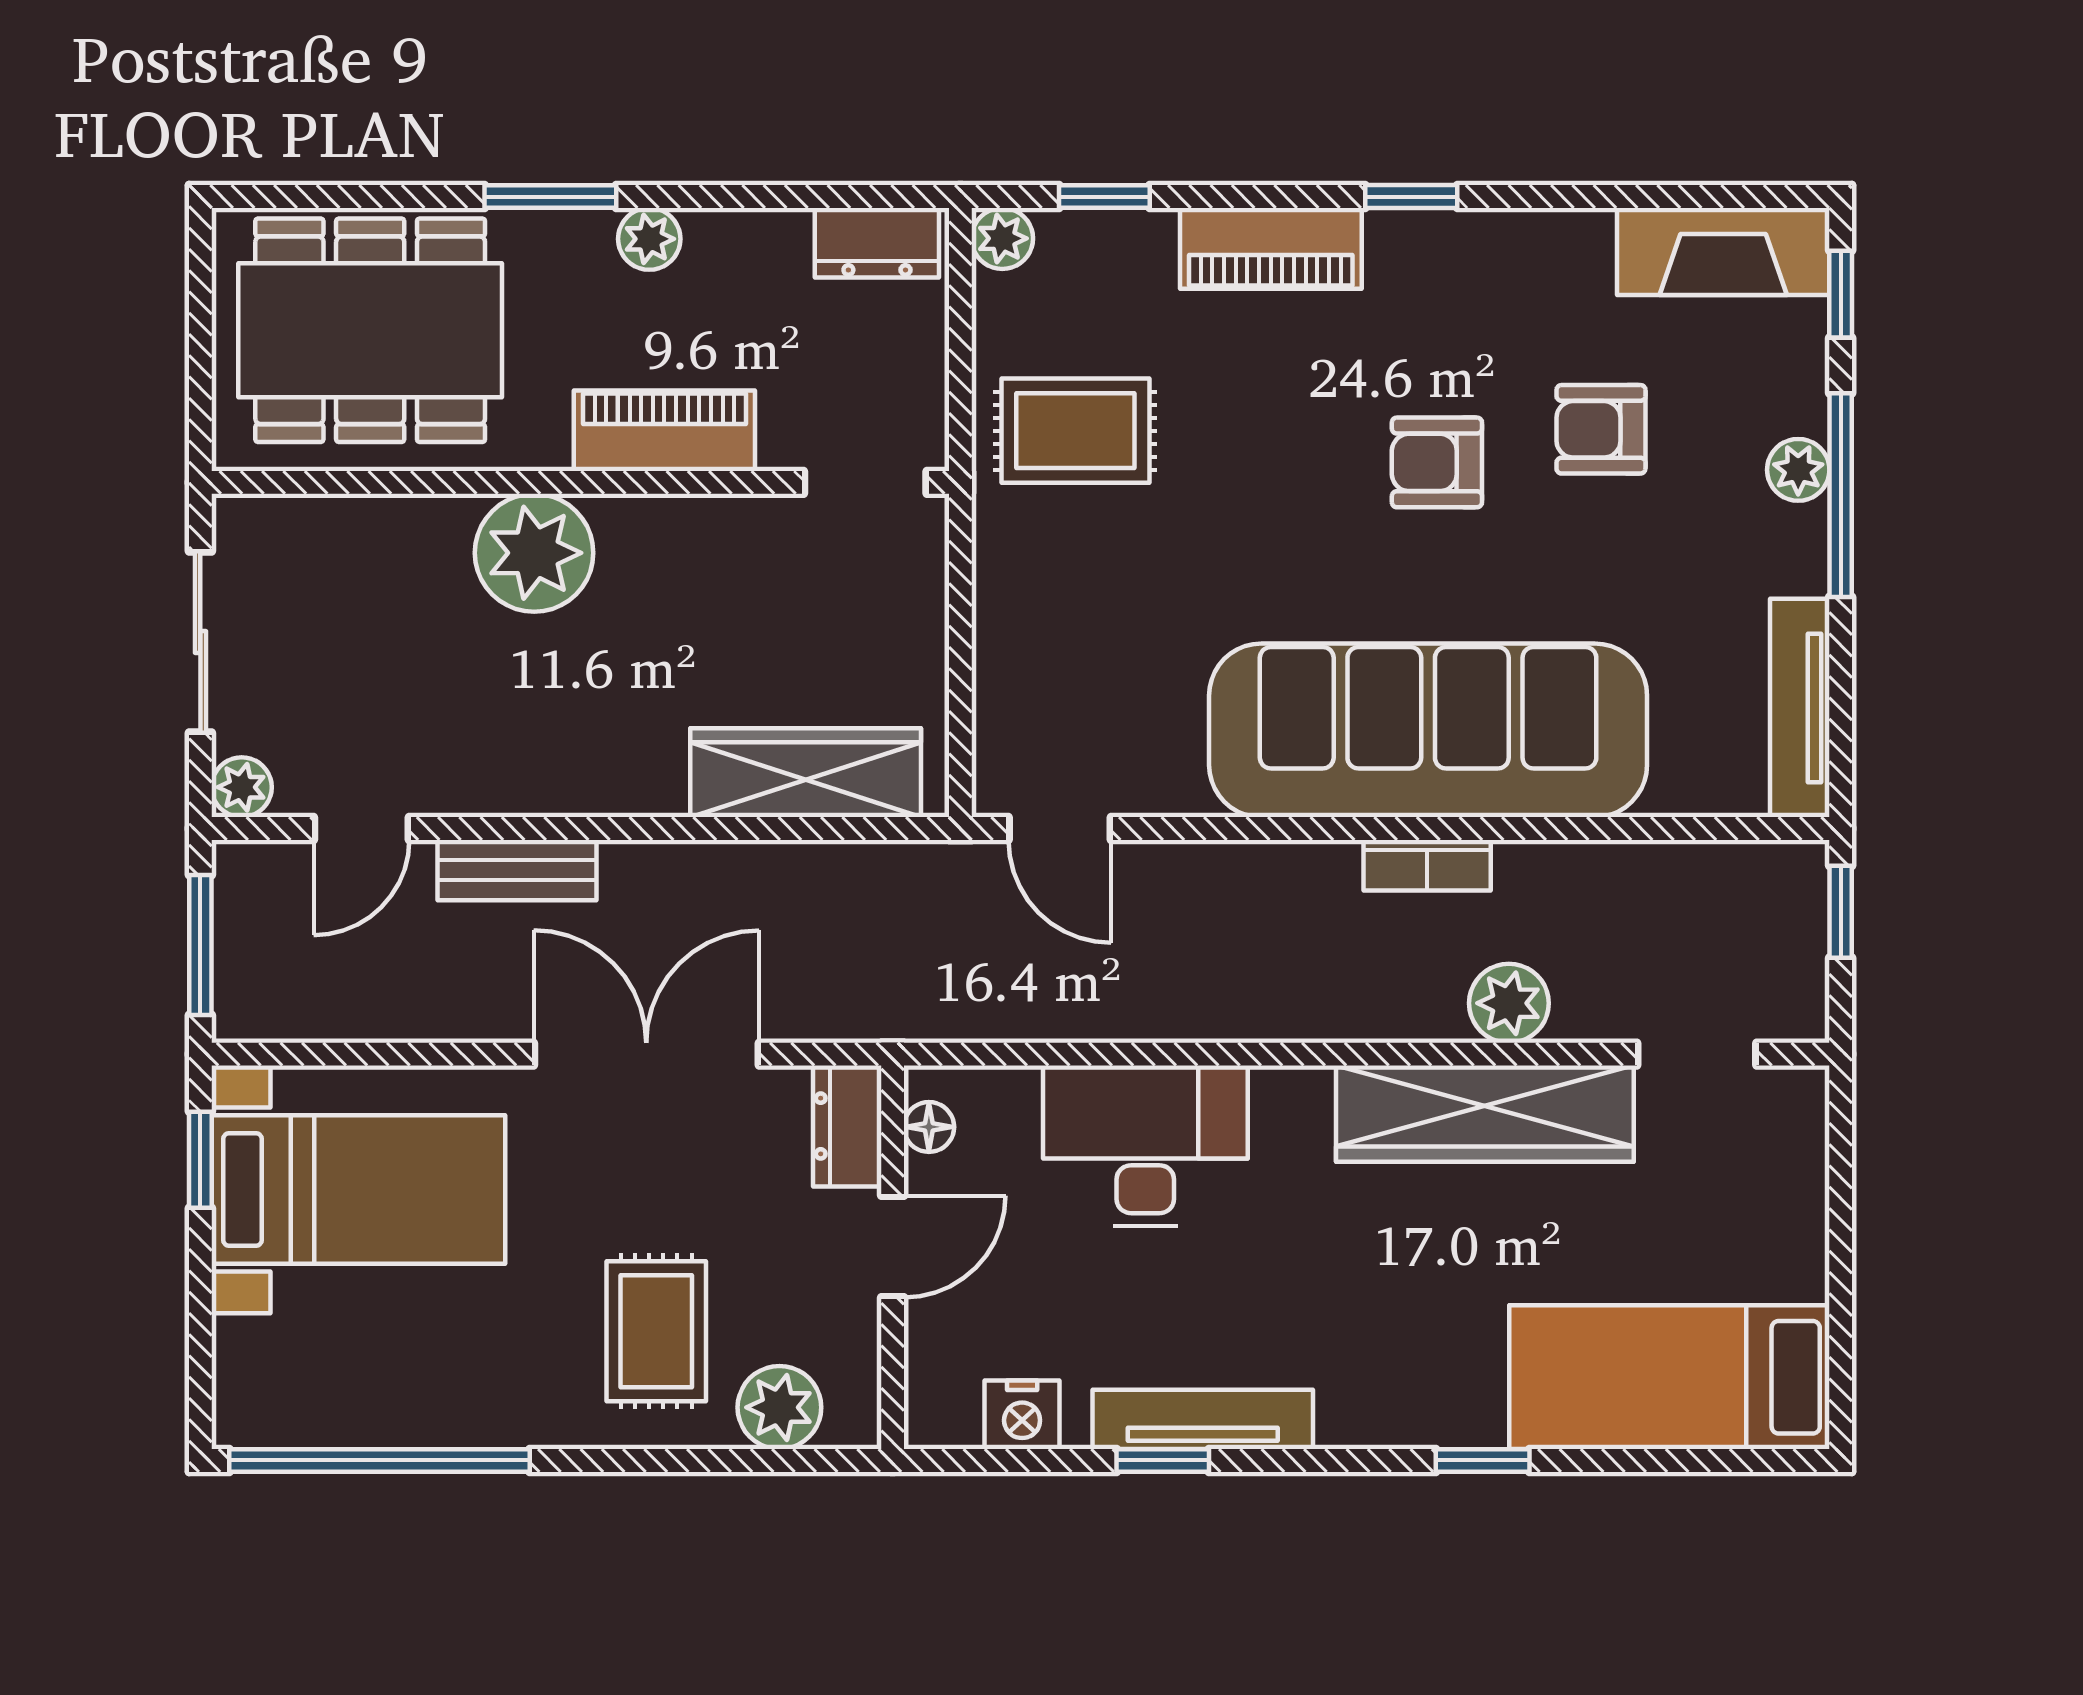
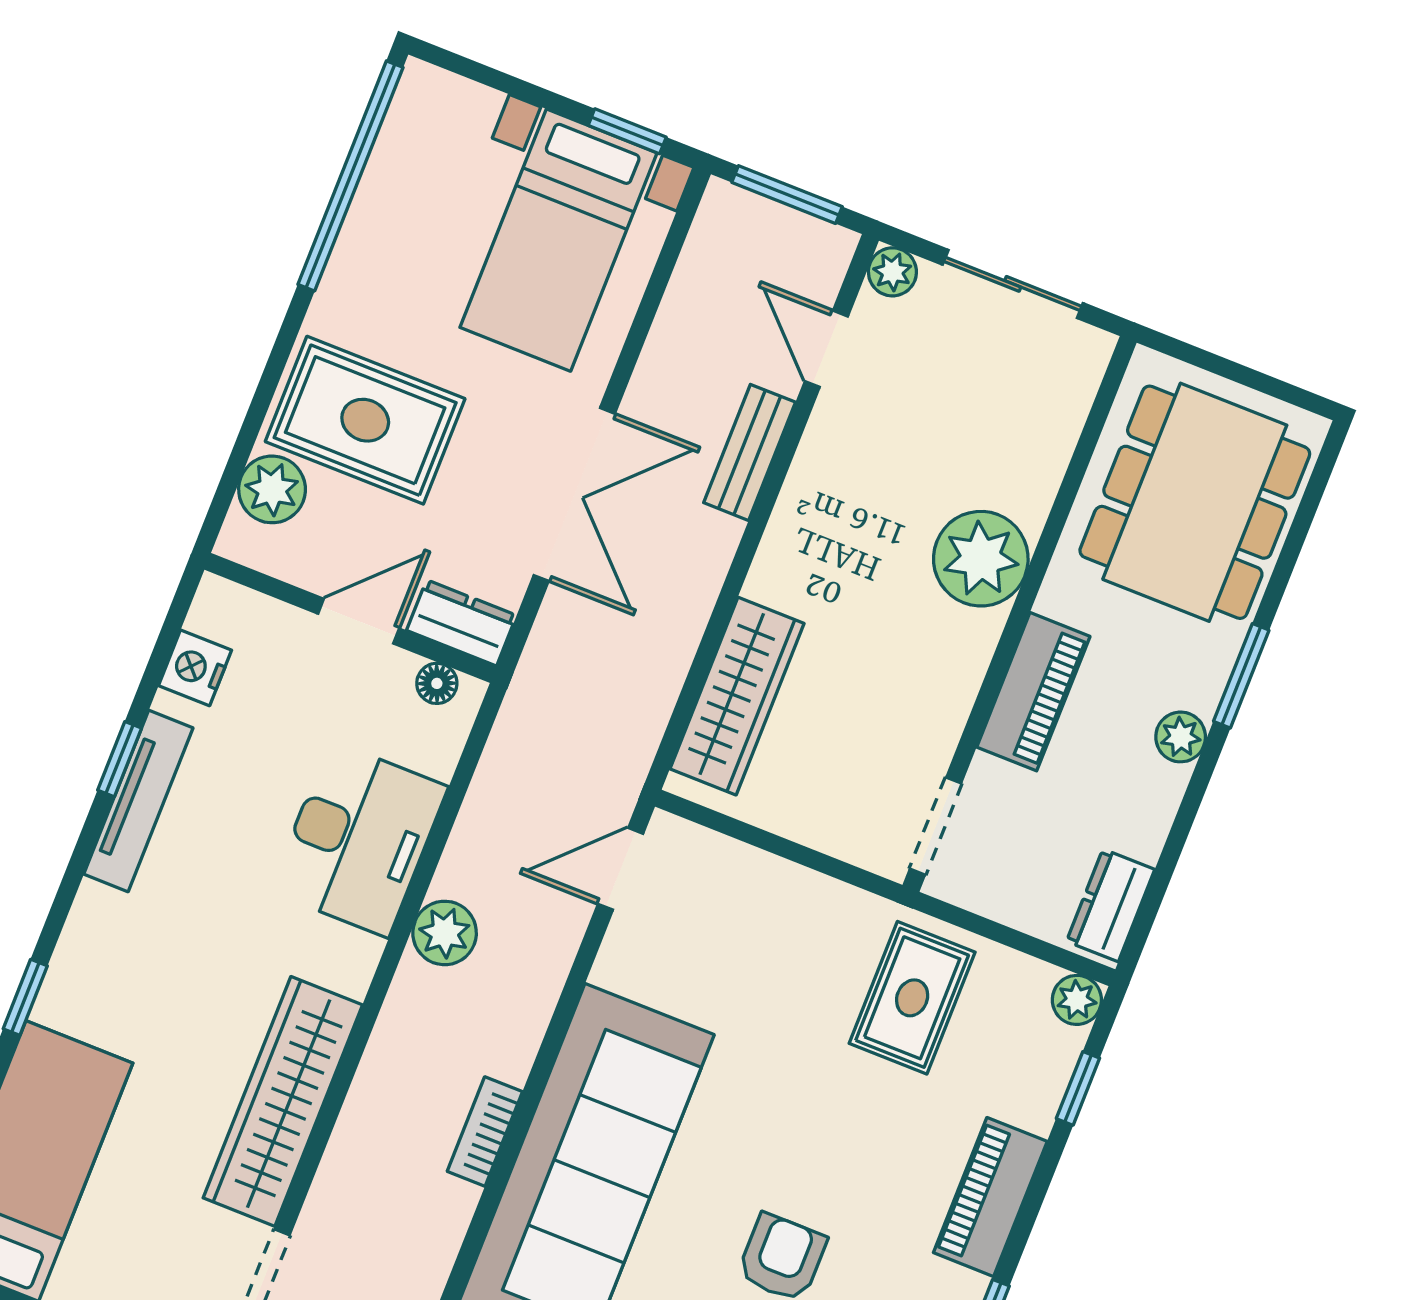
plant: (1509, 1003) -> (445, 933), moved
door: (893, 1246) -> (359, 621), swing flipped
rug: (656, 1331) -> (365, 420), width x1.36, depth x1.43

